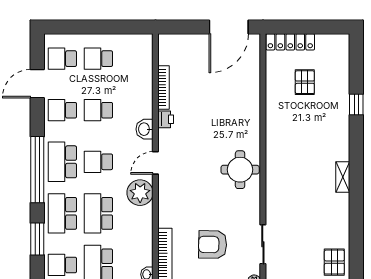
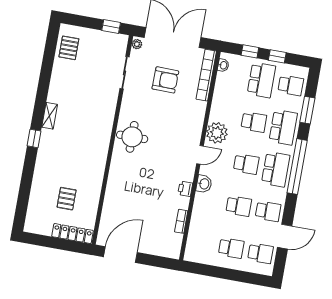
bookcase: (164, 88) -> (181, 221), width x0.64
window: (356, 105) -> (34, 138), moved
school desk: (98, 213) -> (254, 122), width x0.54

